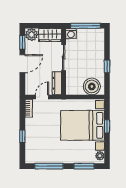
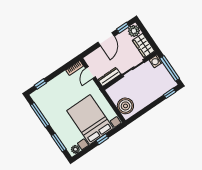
door: (22, 64) -> (106, 39), hinge flipped
window: (107, 66) -> (170, 93), moved
door: (42, 97) -> (91, 73), swing flipped
window: (22, 136) -> (40, 84), moved

